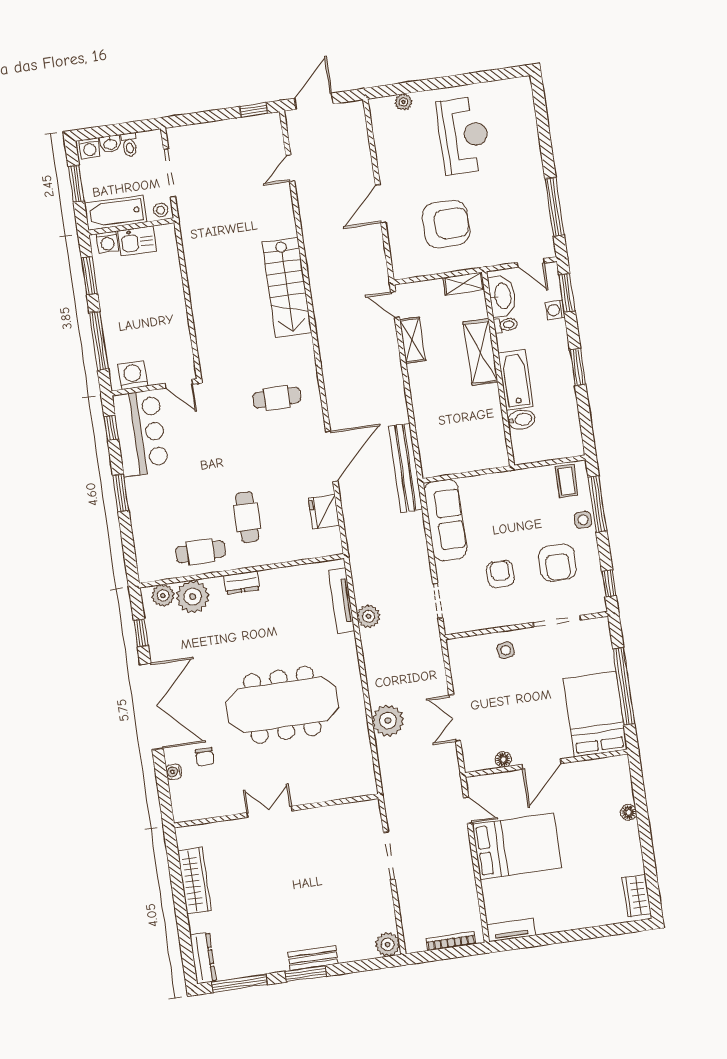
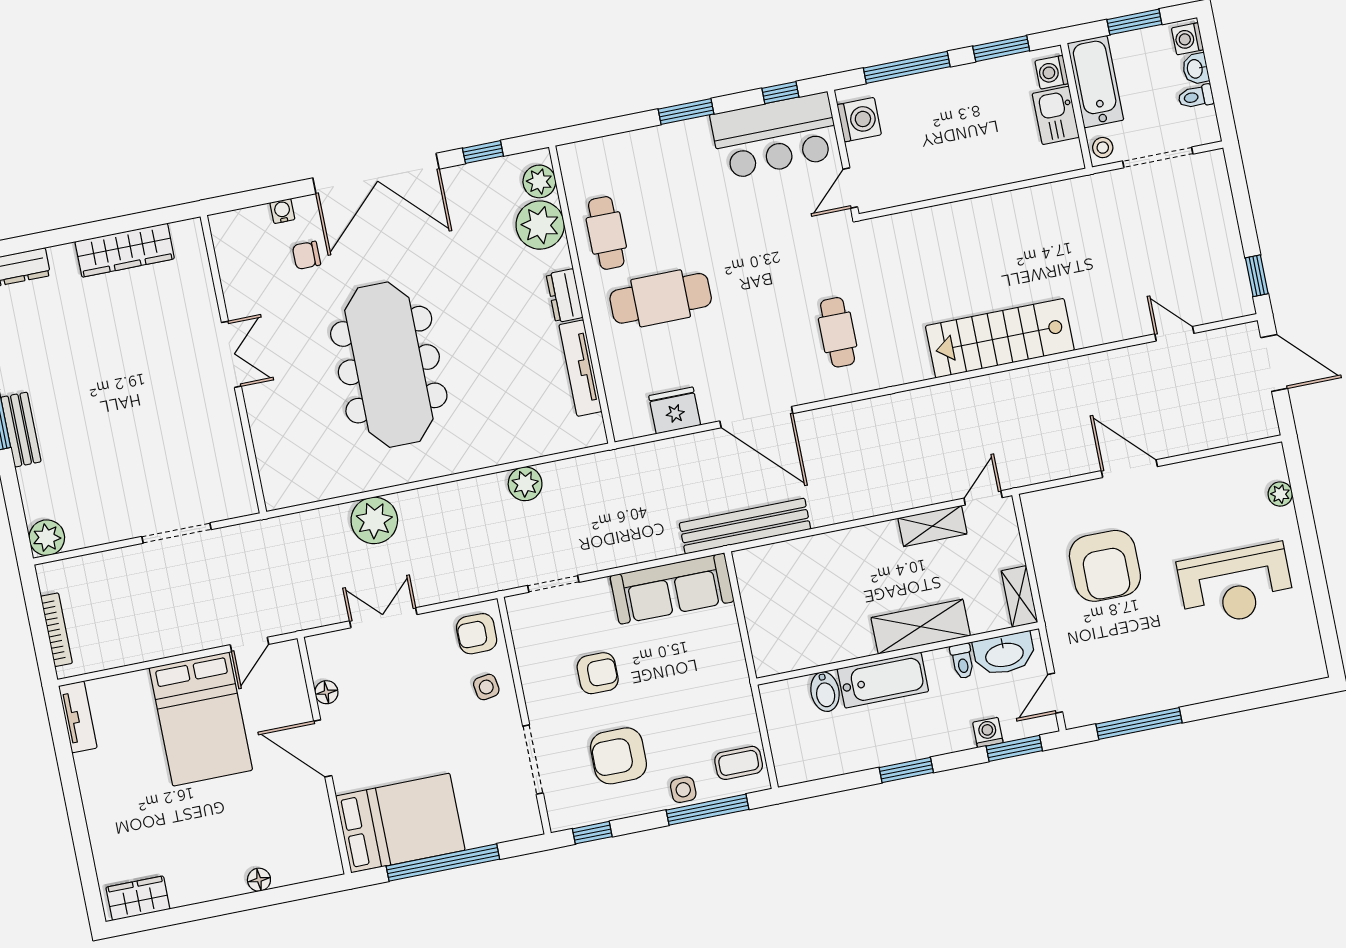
cafe table: (247, 517) -> (661, 298), width x1.37, depth x1.35
tv unit: (342, 601) -> (580, 368), moved, turned -90
armchair: (469, 655) -> (477, 634), added

